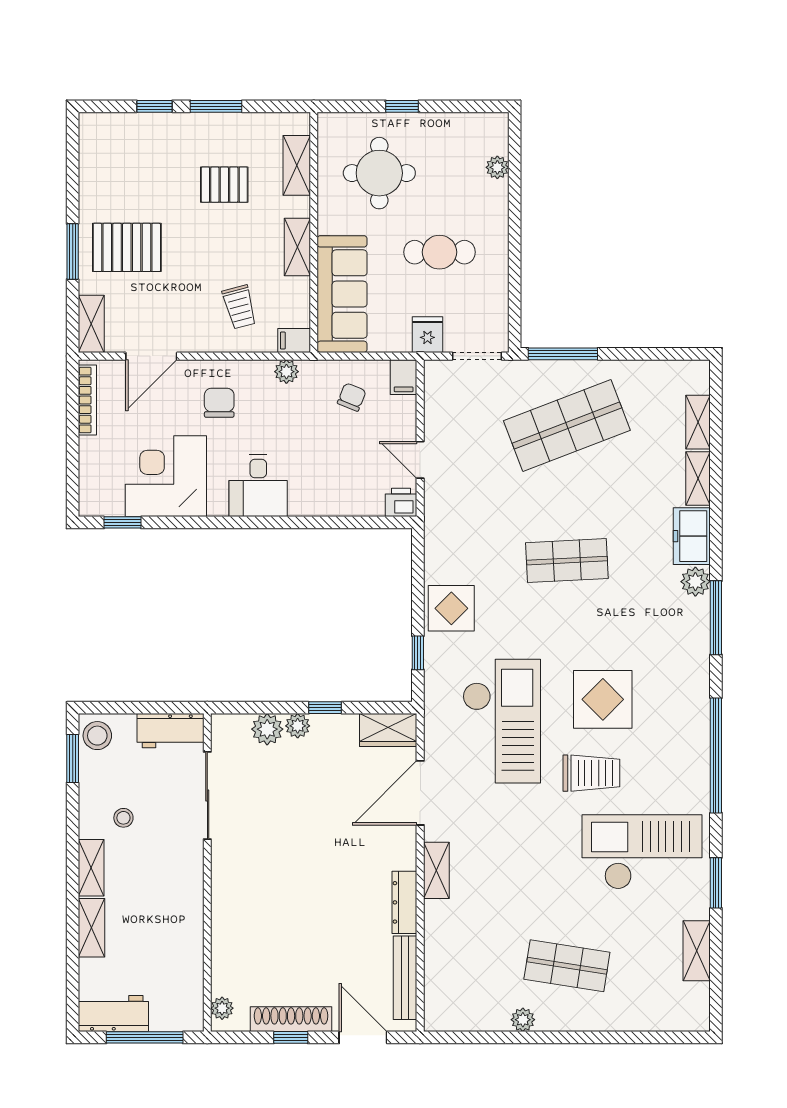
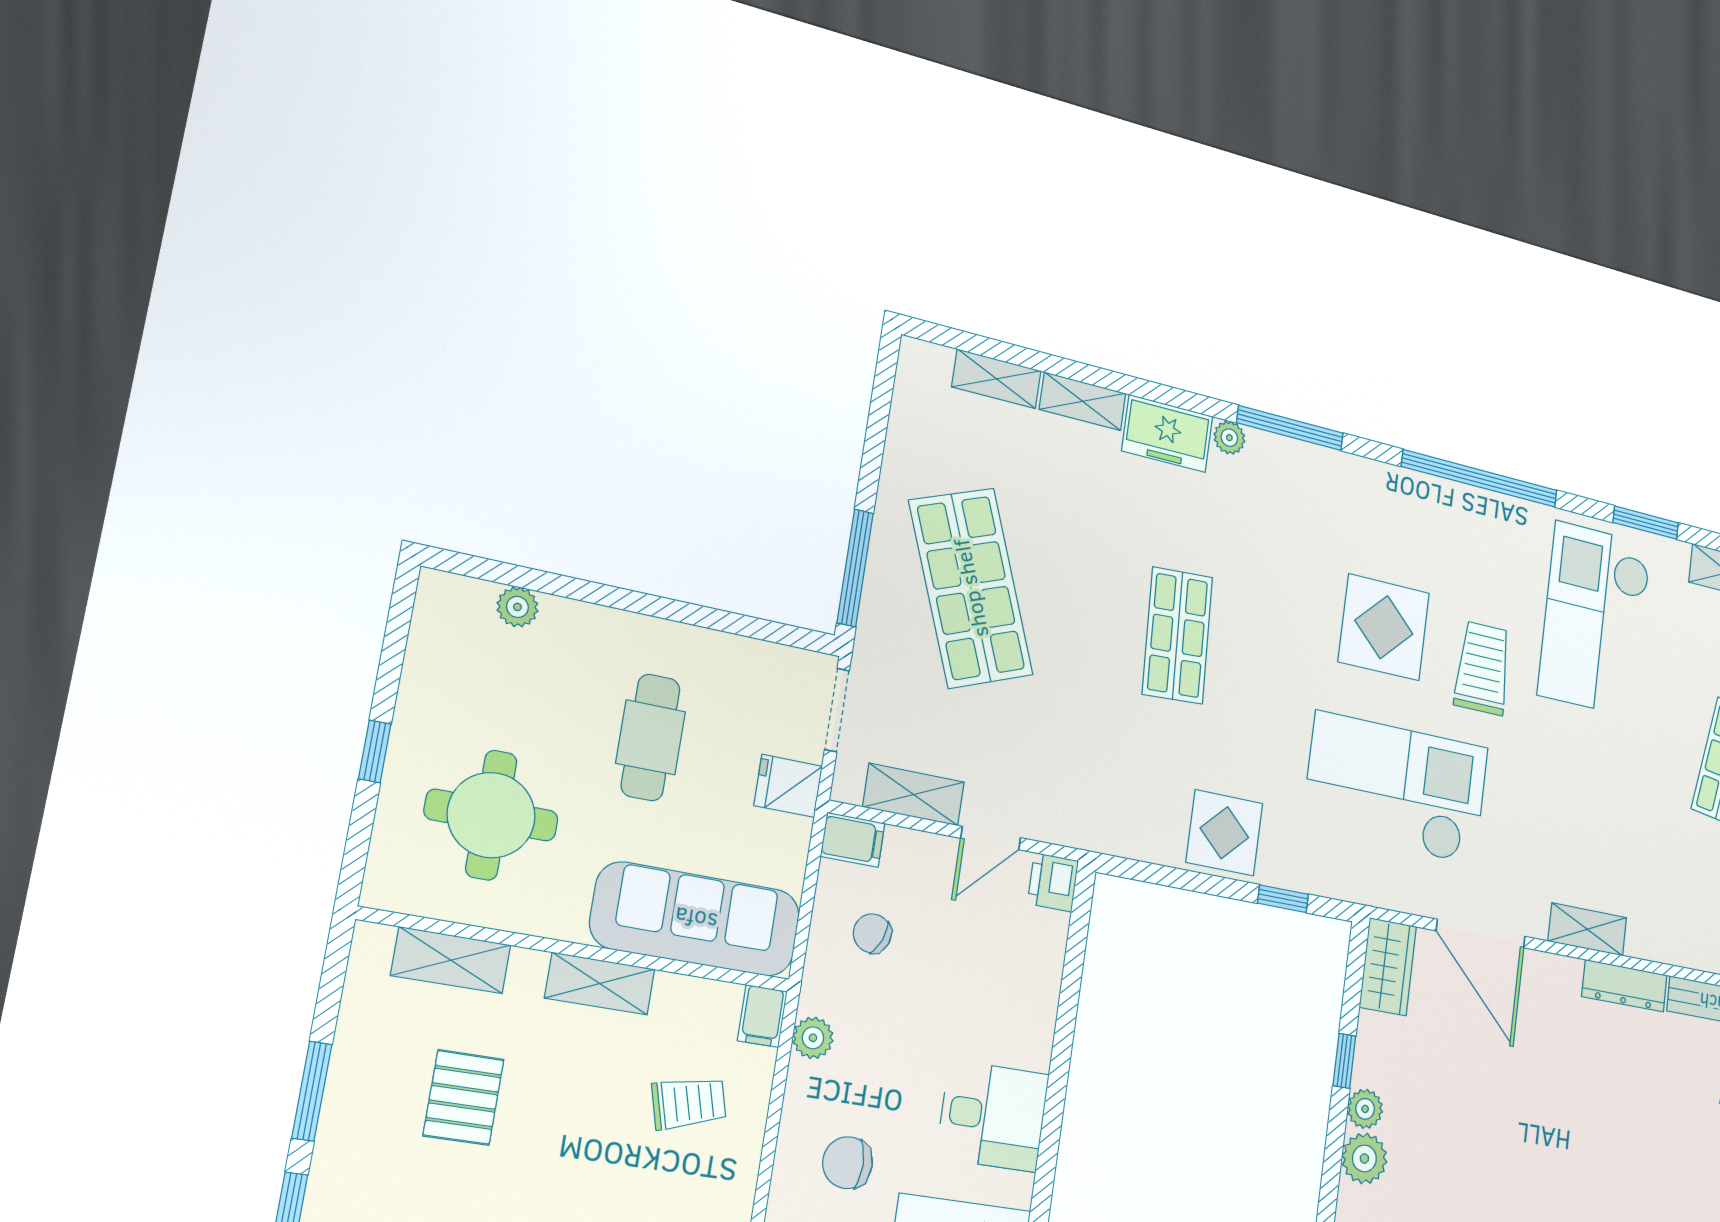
shelving: (437, 409) -> (914, 794), added
plant: (695, 582) -> (1229, 438), width x0.73, depth x0.73

